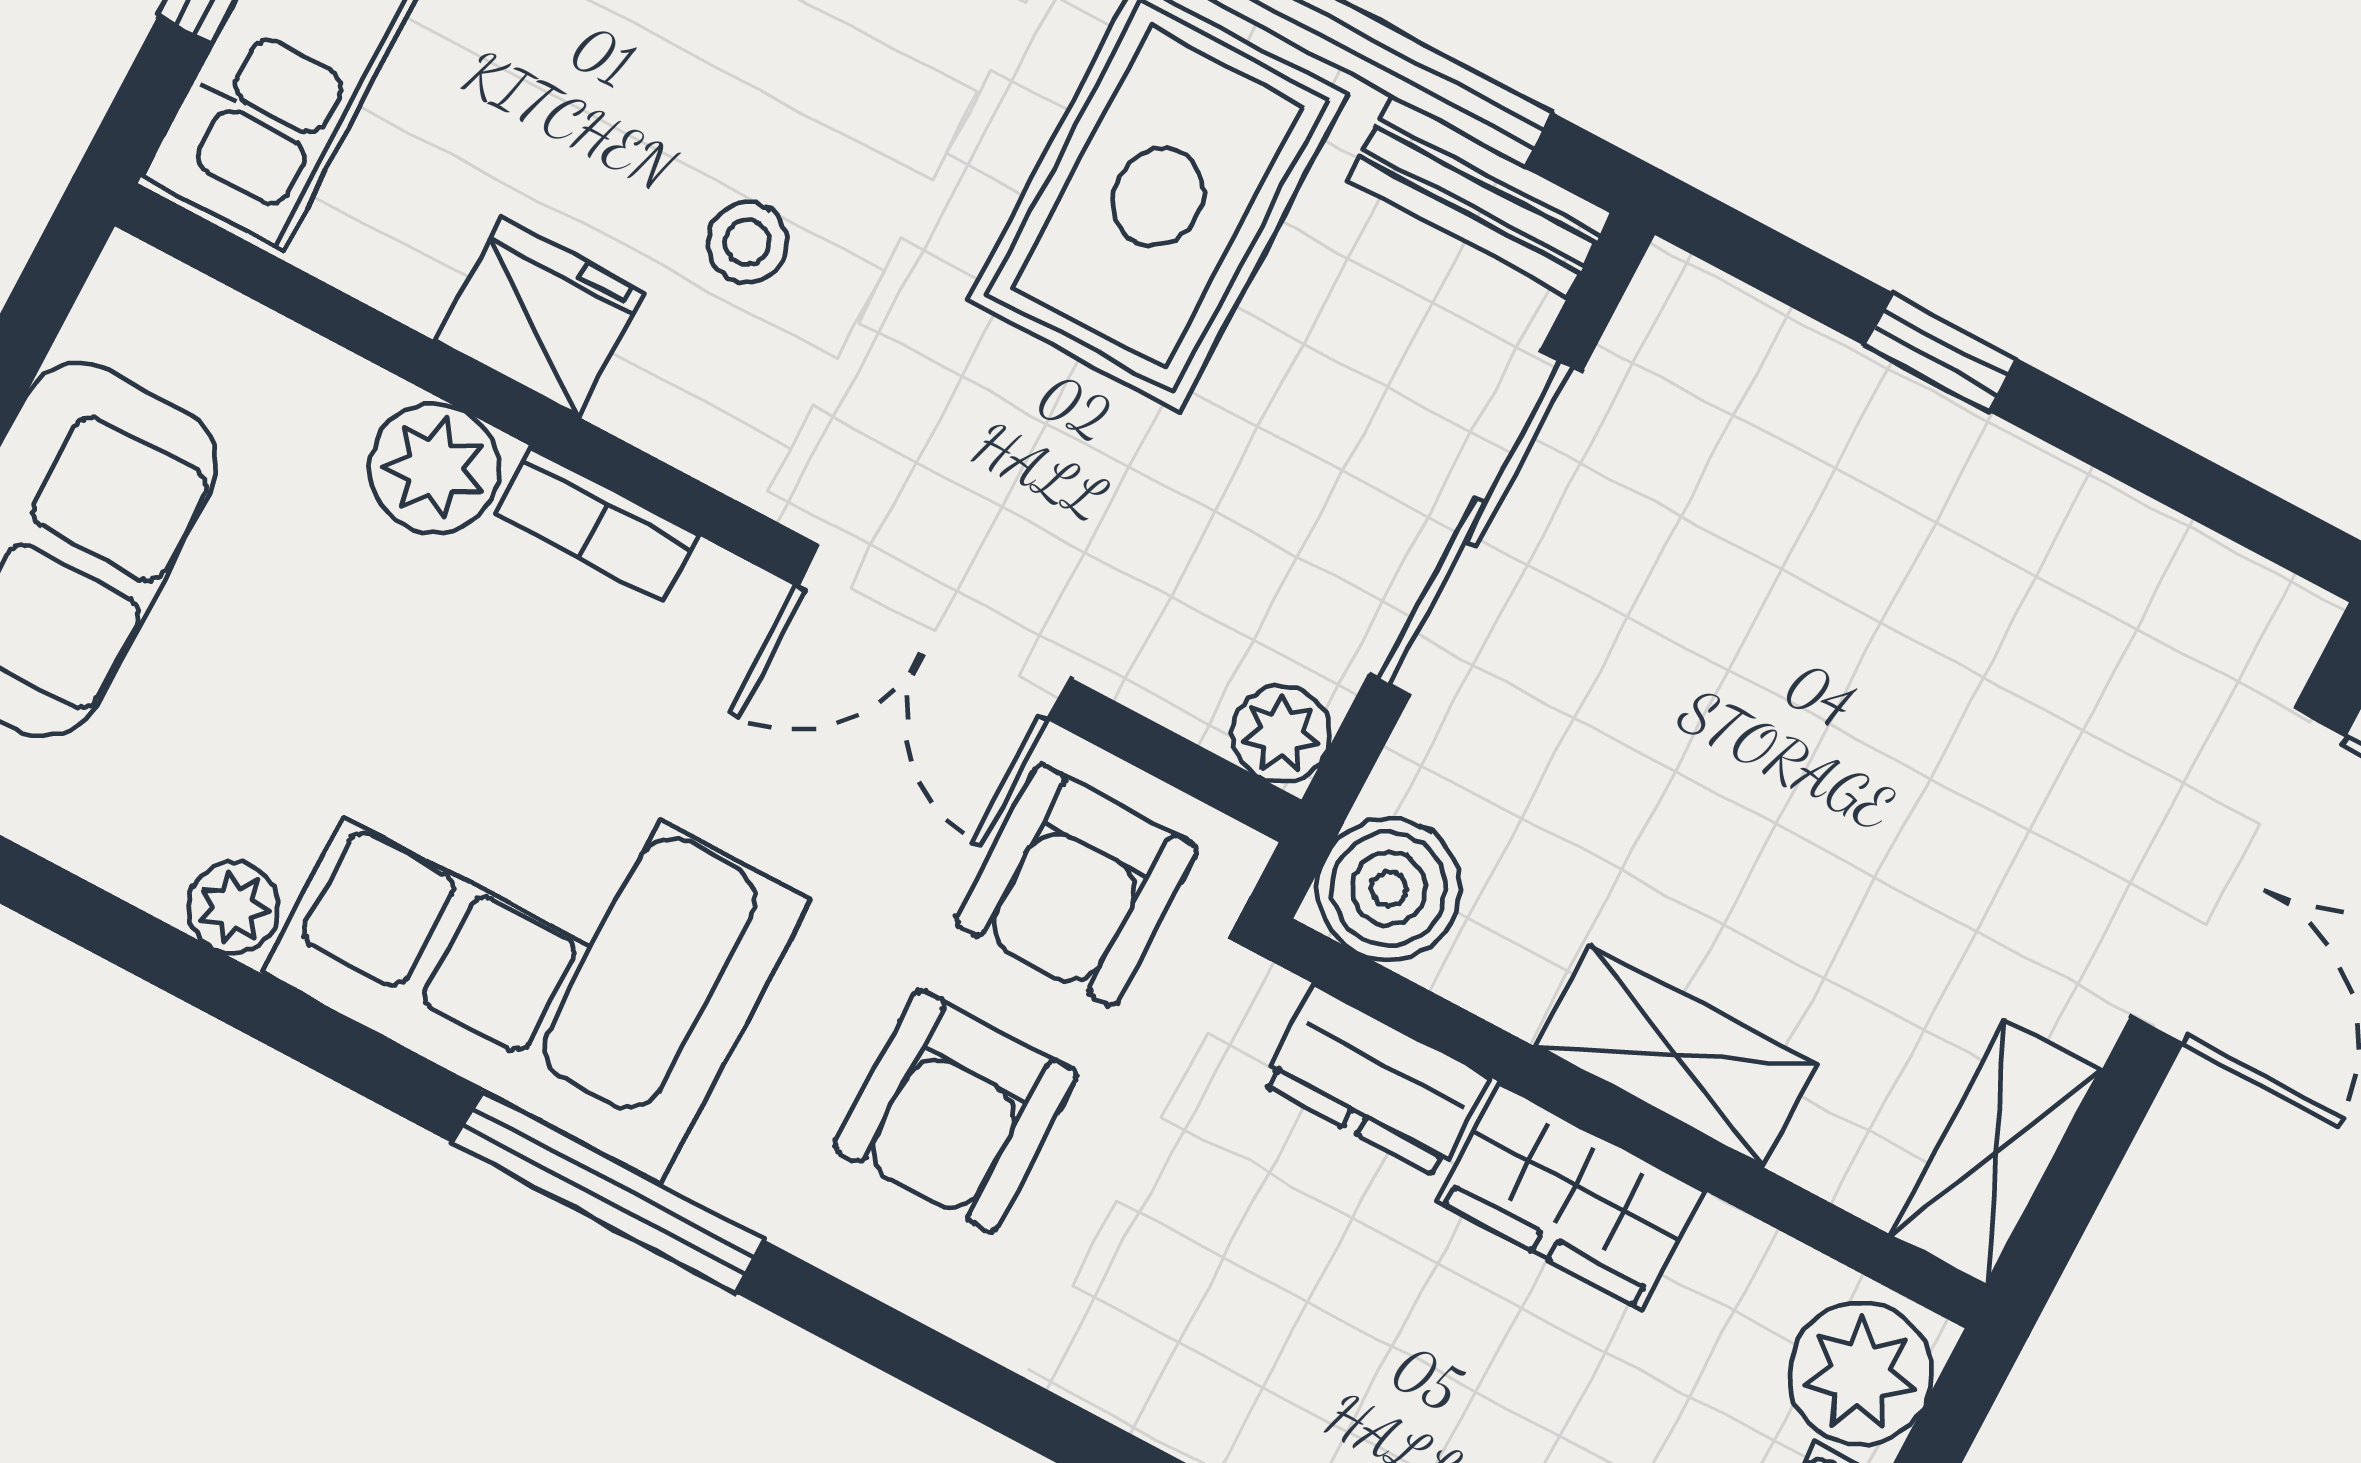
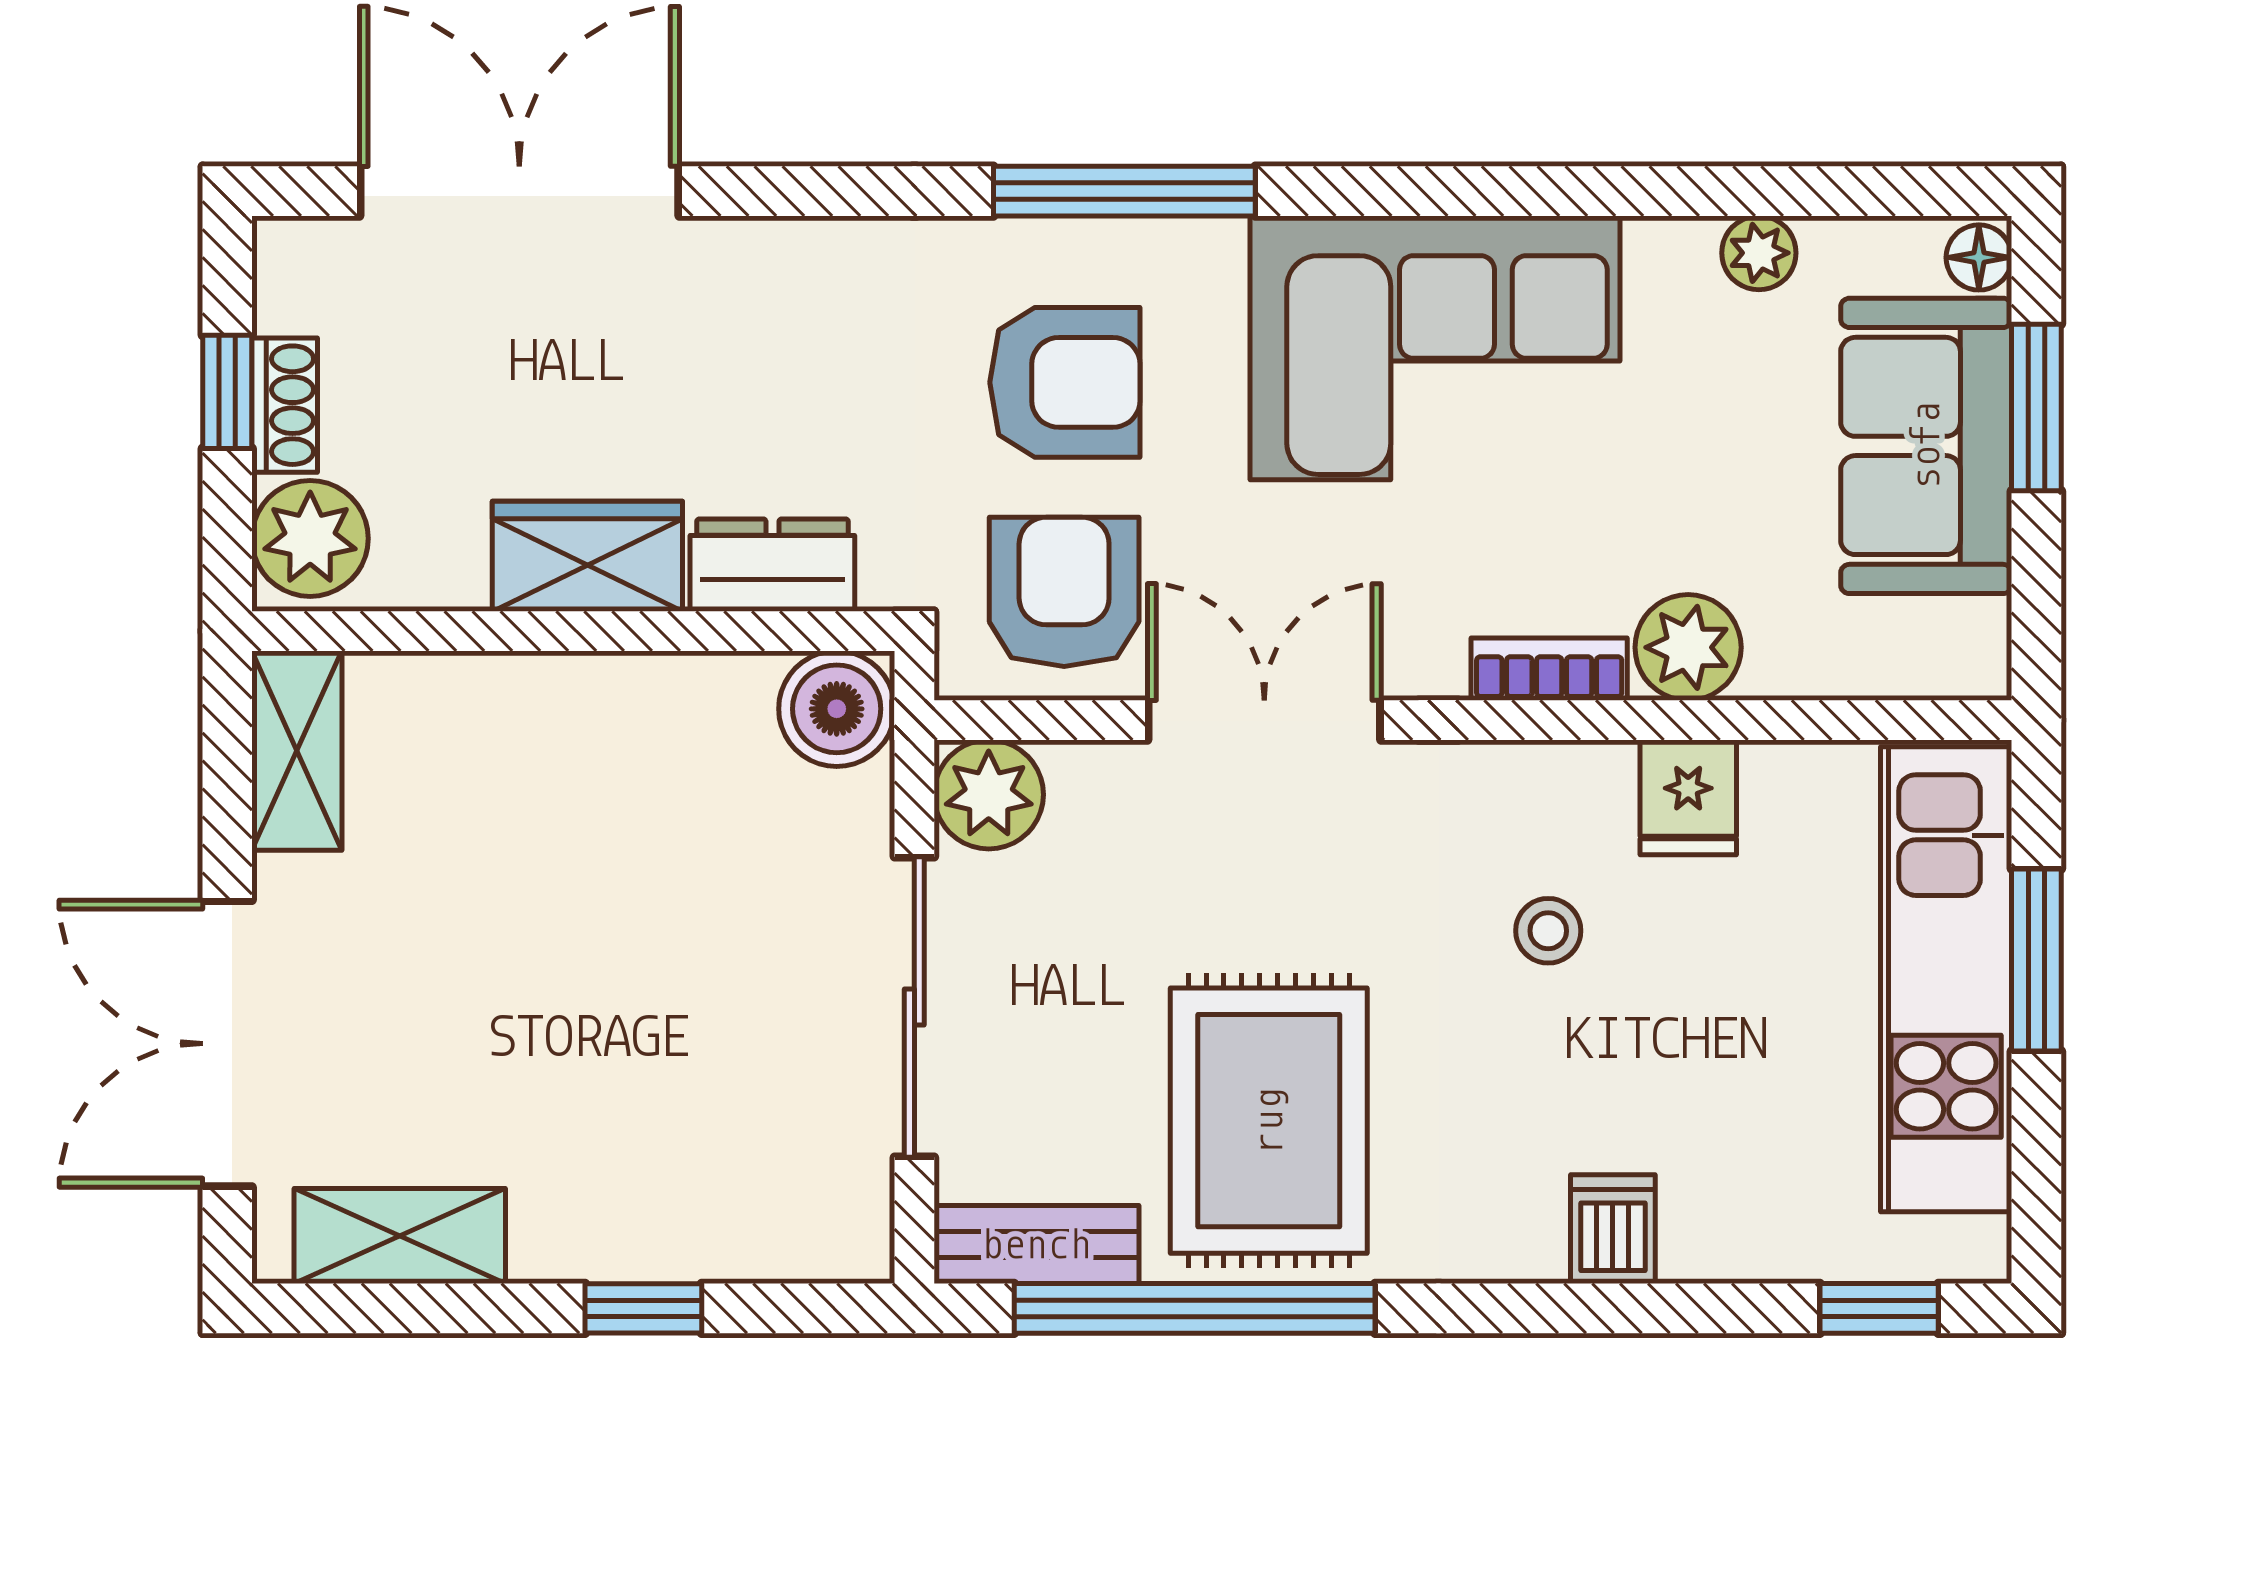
fridge: (540, 317) -> (1688, 797), width x0.72
plant: (1281, 734) -> (989, 795), width x1.38, depth x1.38
plant: (234, 908) -> (1759, 253), moved
shelving: (1676, 1055) -> (400, 1236), moved
armchair: (956, 1111) -> (1065, 382), turned 90
window: (609, 1192) -> (1124, 191), moved

